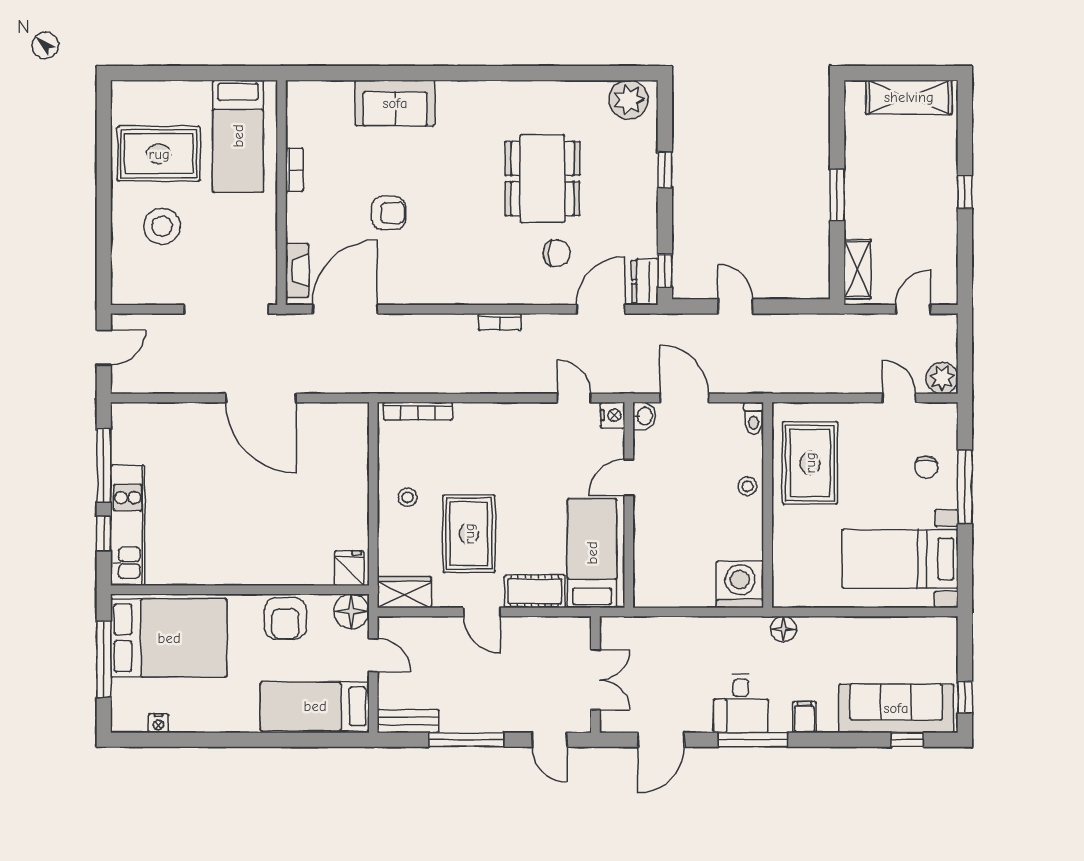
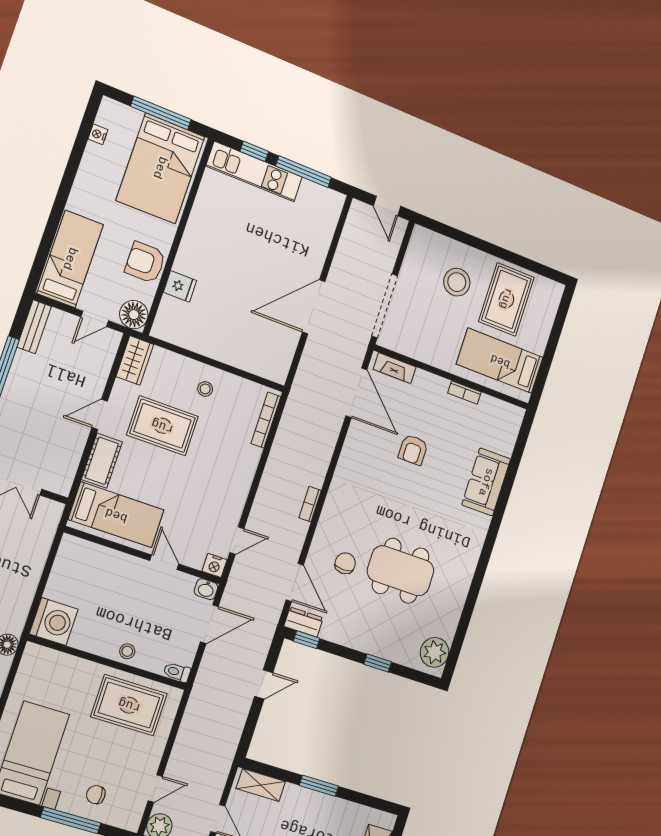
chair: (557, 253) -> (345, 563), turned 180
fridge: (349, 568) -> (180, 286), moved

